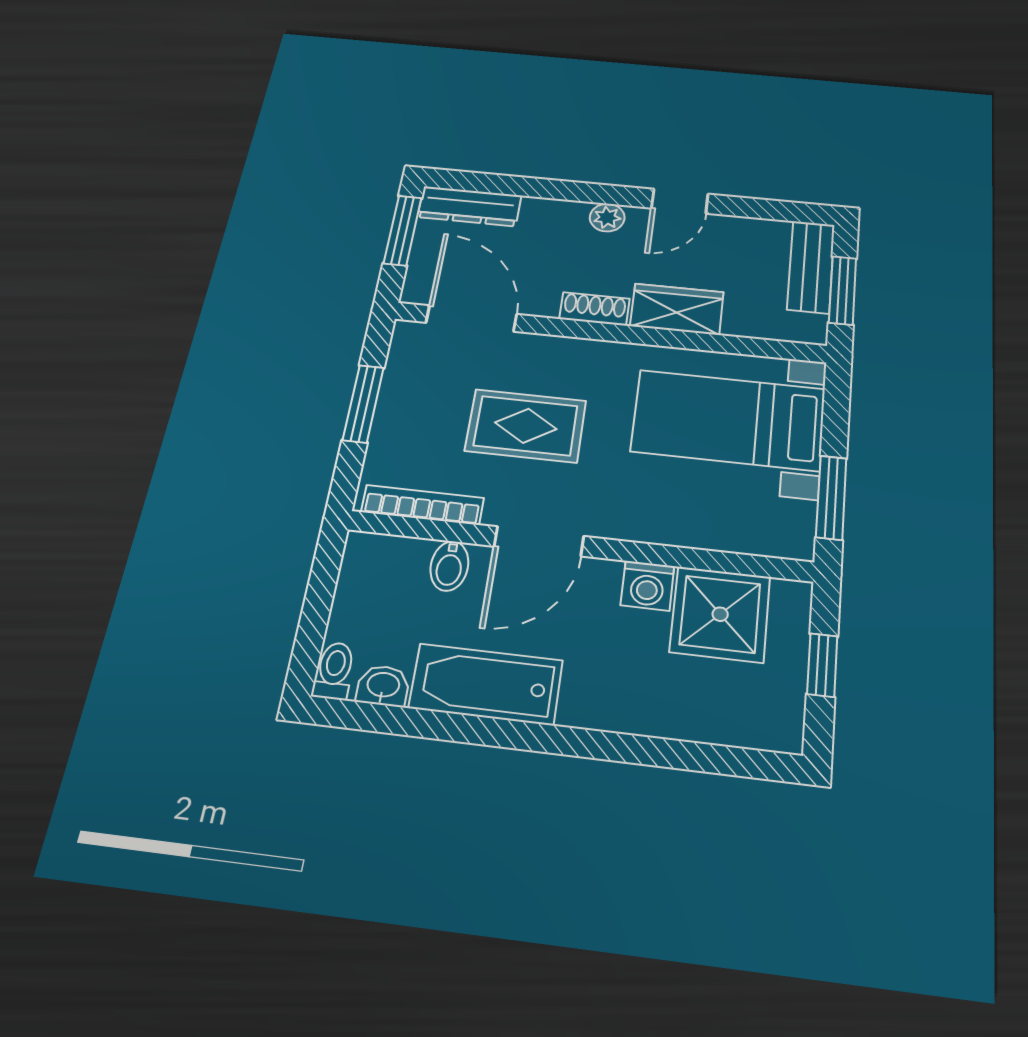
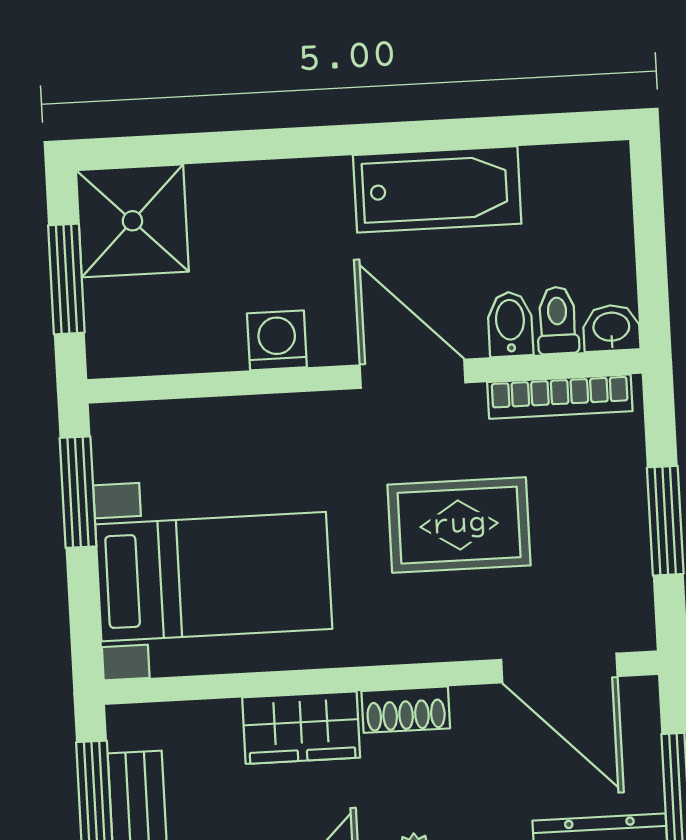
door: (539, 541) -> (412, 374), hinge flipped
shower: (720, 614) -> (132, 221), moved
window: (822, 665) -> (66, 279), width x1.50
toilet: (334, 671) -> (558, 320), moved, turned 180
washbasin: (383, 686) -> (611, 328), moved, turned 180

